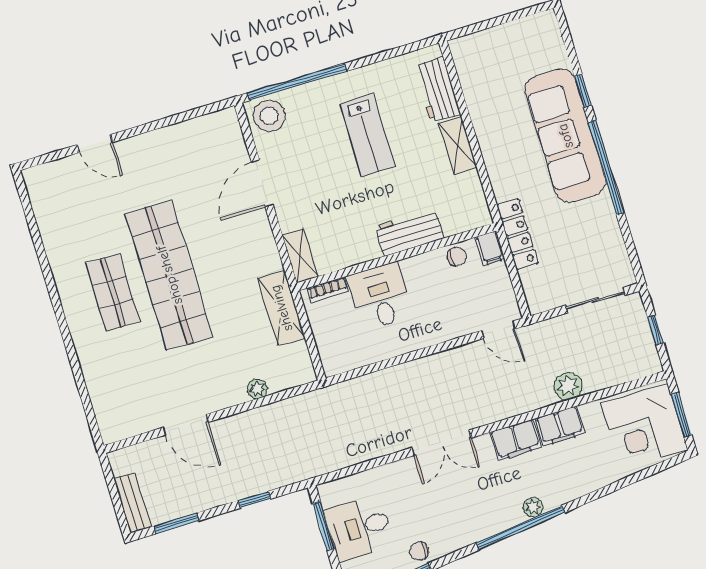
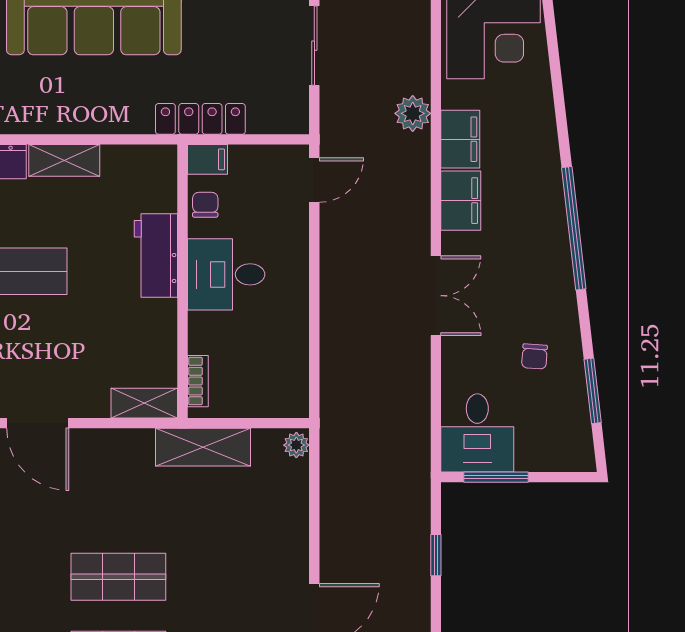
shop shelf: (169, 275) -> (118, 577), width x0.50, depth x0.74
desk: (380, 296) -> (226, 274), moved
plant: (257, 389) -> (296, 445), moved
plant: (533, 507) -> (553, 204), removed
desk: (359, 528) -> (477, 433), moved
chair: (419, 551) -> (534, 356), moved

